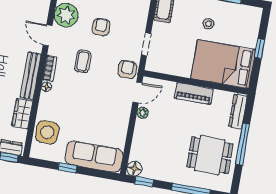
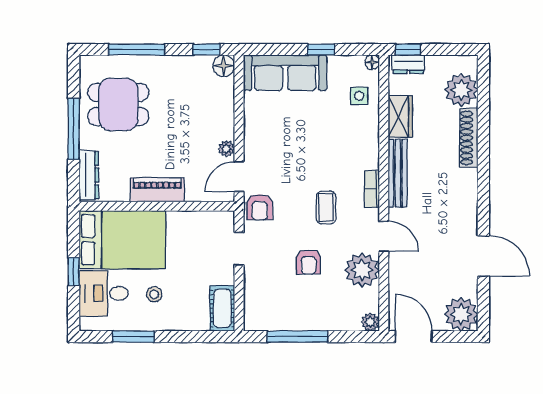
desk: (242, 30) -> (104, 293), added
floor lamp: (46, 87) -> (372, 62), moved
side table: (47, 132) -> (359, 96), width x0.54, depth x0.54

